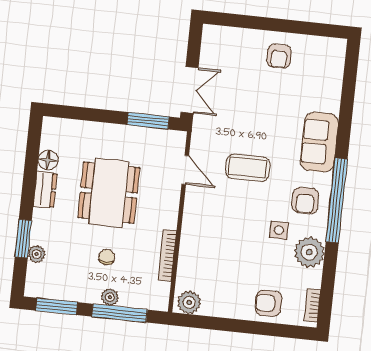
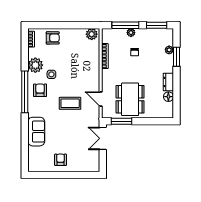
sofa: (319, 142) -> (36, 132), moved
dining table: (109, 193) -> (130, 99), moved

